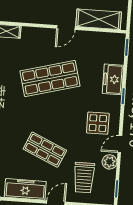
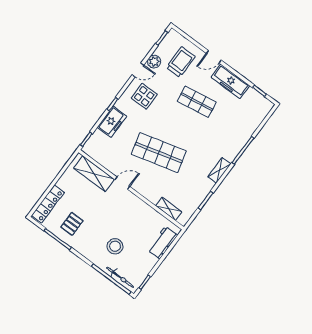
shop shelf: (45, 150) -> (197, 102), turned -33

